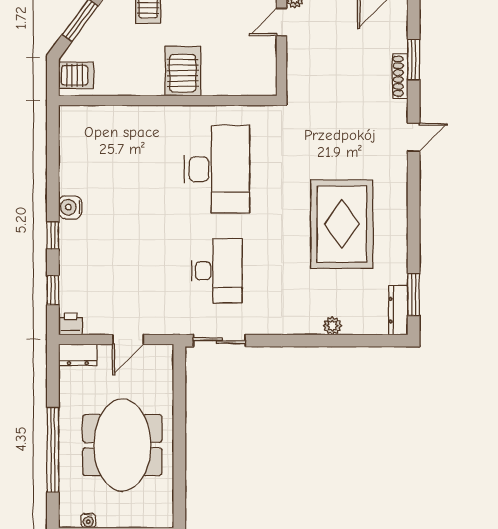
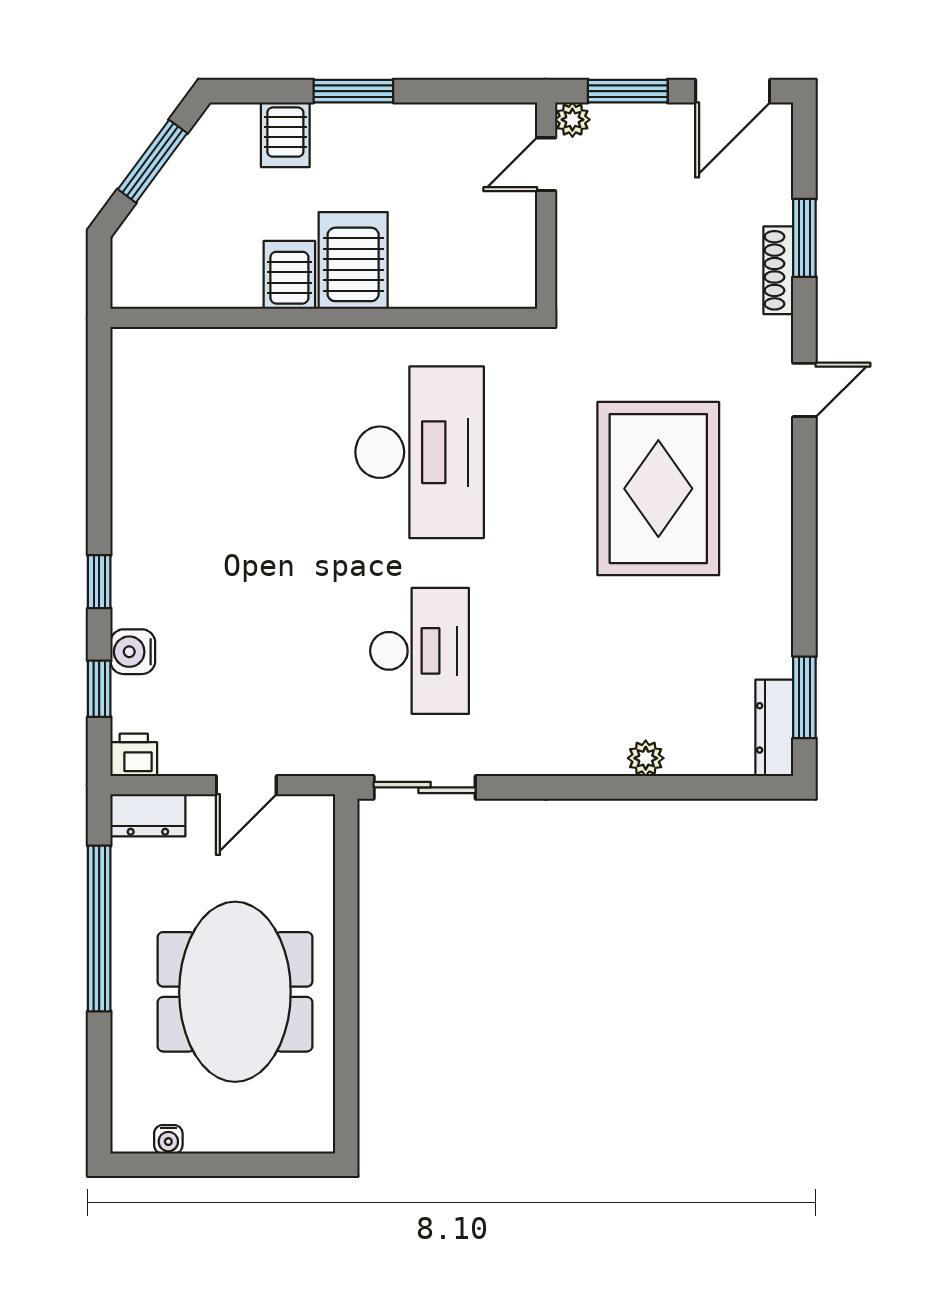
server rack: (76, 75) -> (289, 275), moved, turned -90
water cooler: (70, 207) -> (133, 652), moved
rug: (342, 224) -> (658, 489), moved
window: (53, 450) -> (99, 929), moved

